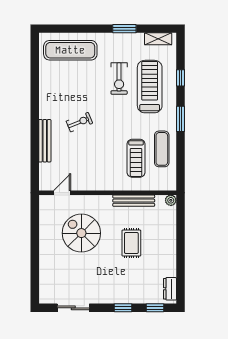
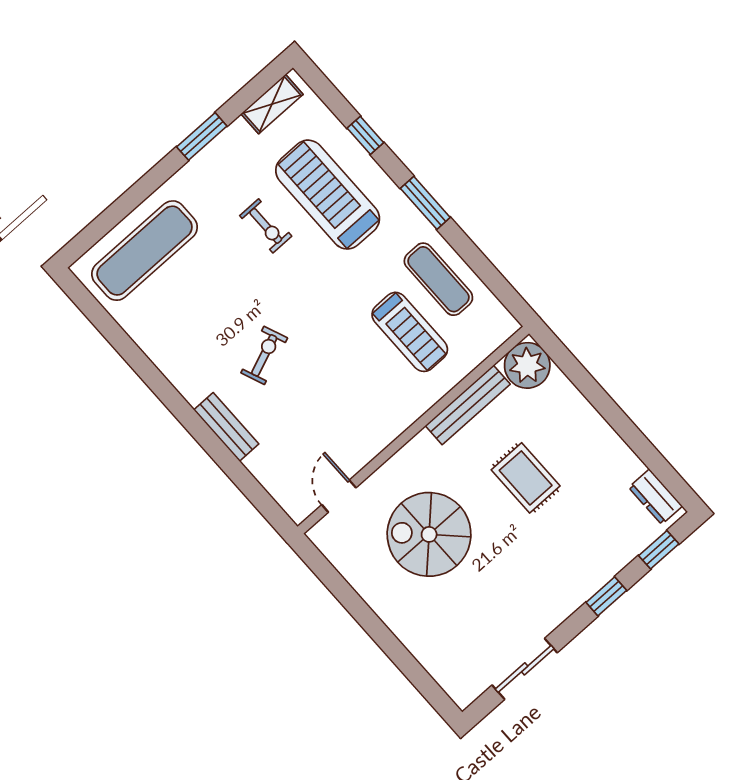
exercise bike: (119, 78) -> (266, 226), width x0.73, depth x0.72
bench: (45, 141) -> (226, 427), width x0.73
plant: (171, 200) -> (527, 365), width x1.88, depth x1.88

